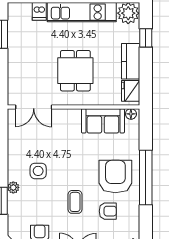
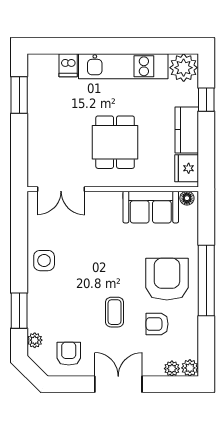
side table: (38, 171) -> (44, 261), moved
plant: (13, 187) -> (35, 340), moved
armchair: (108, 211) -> (157, 324), turned 180

